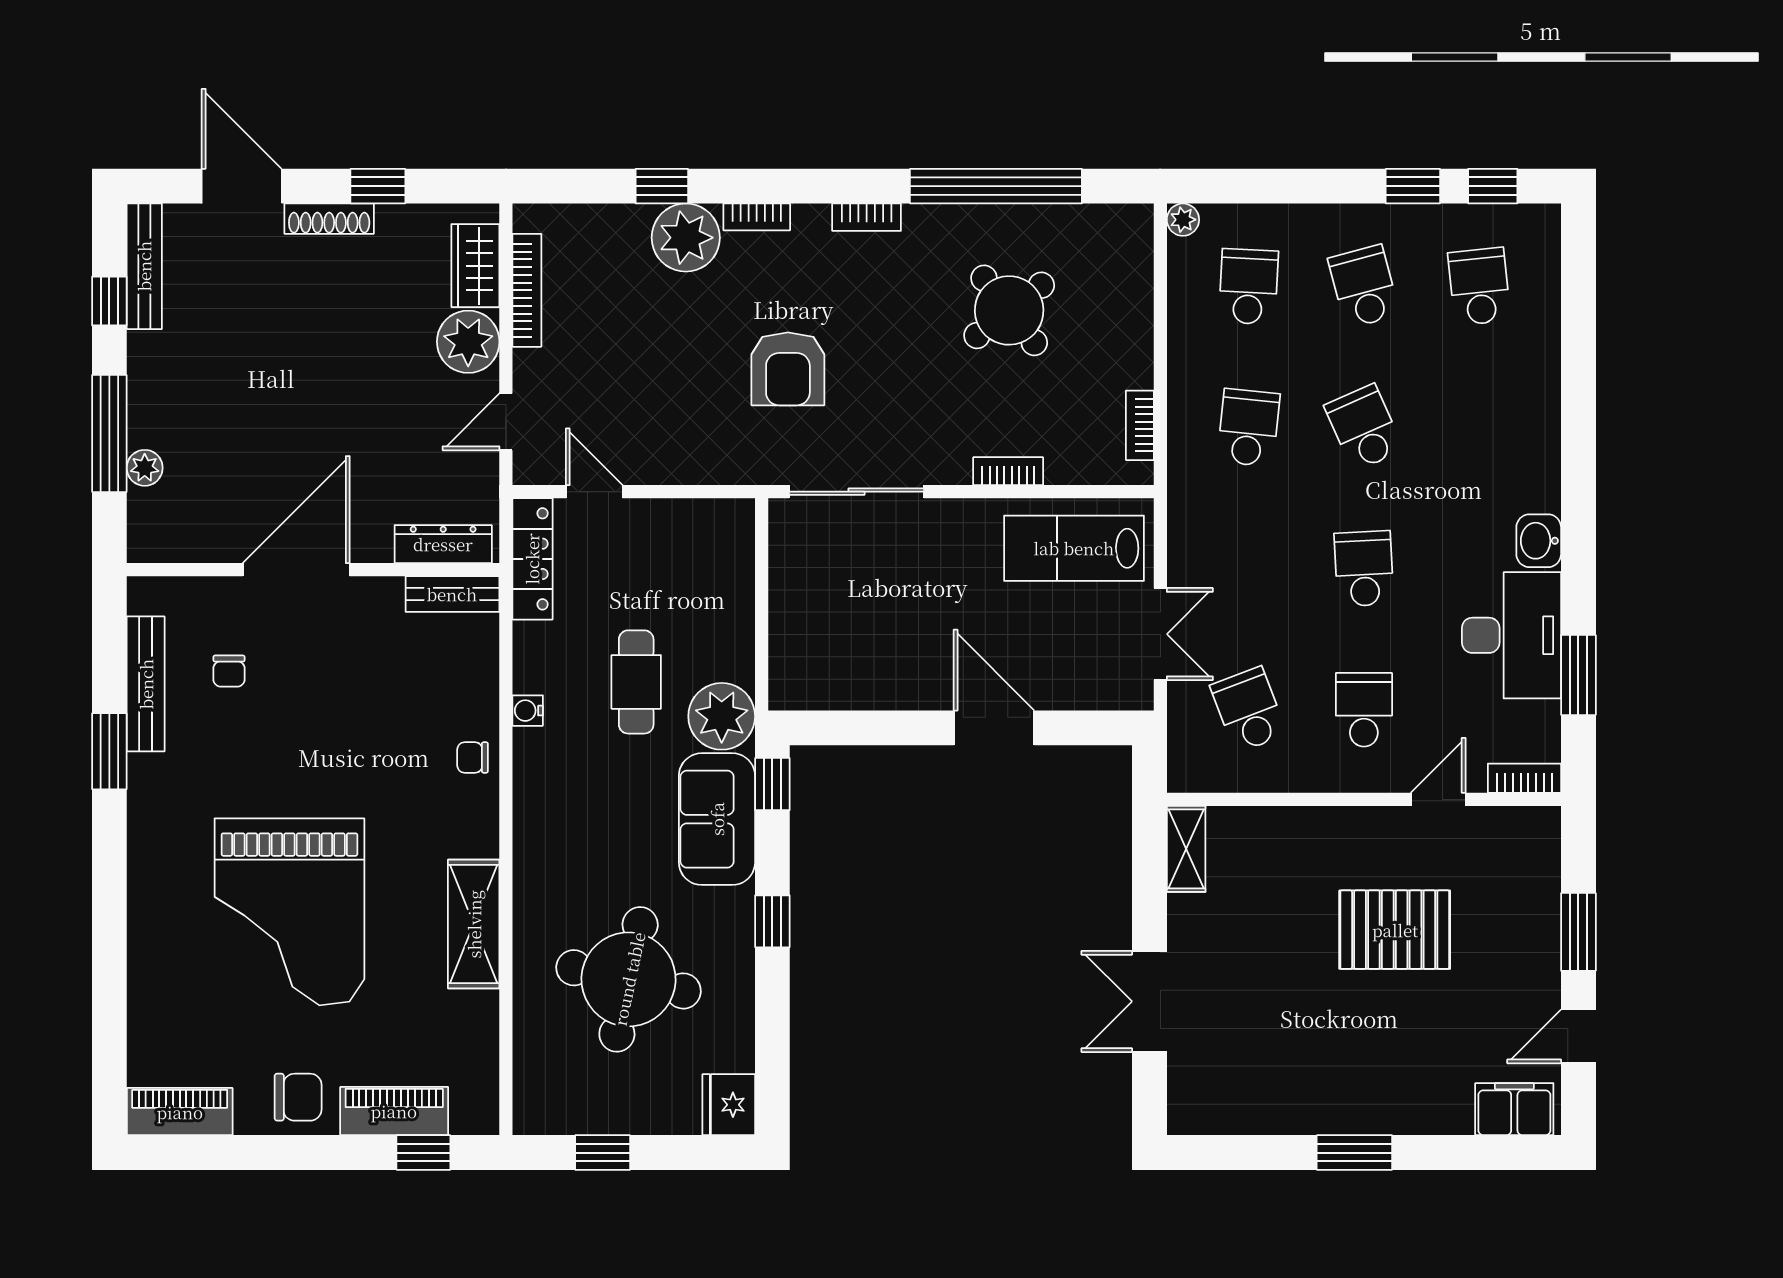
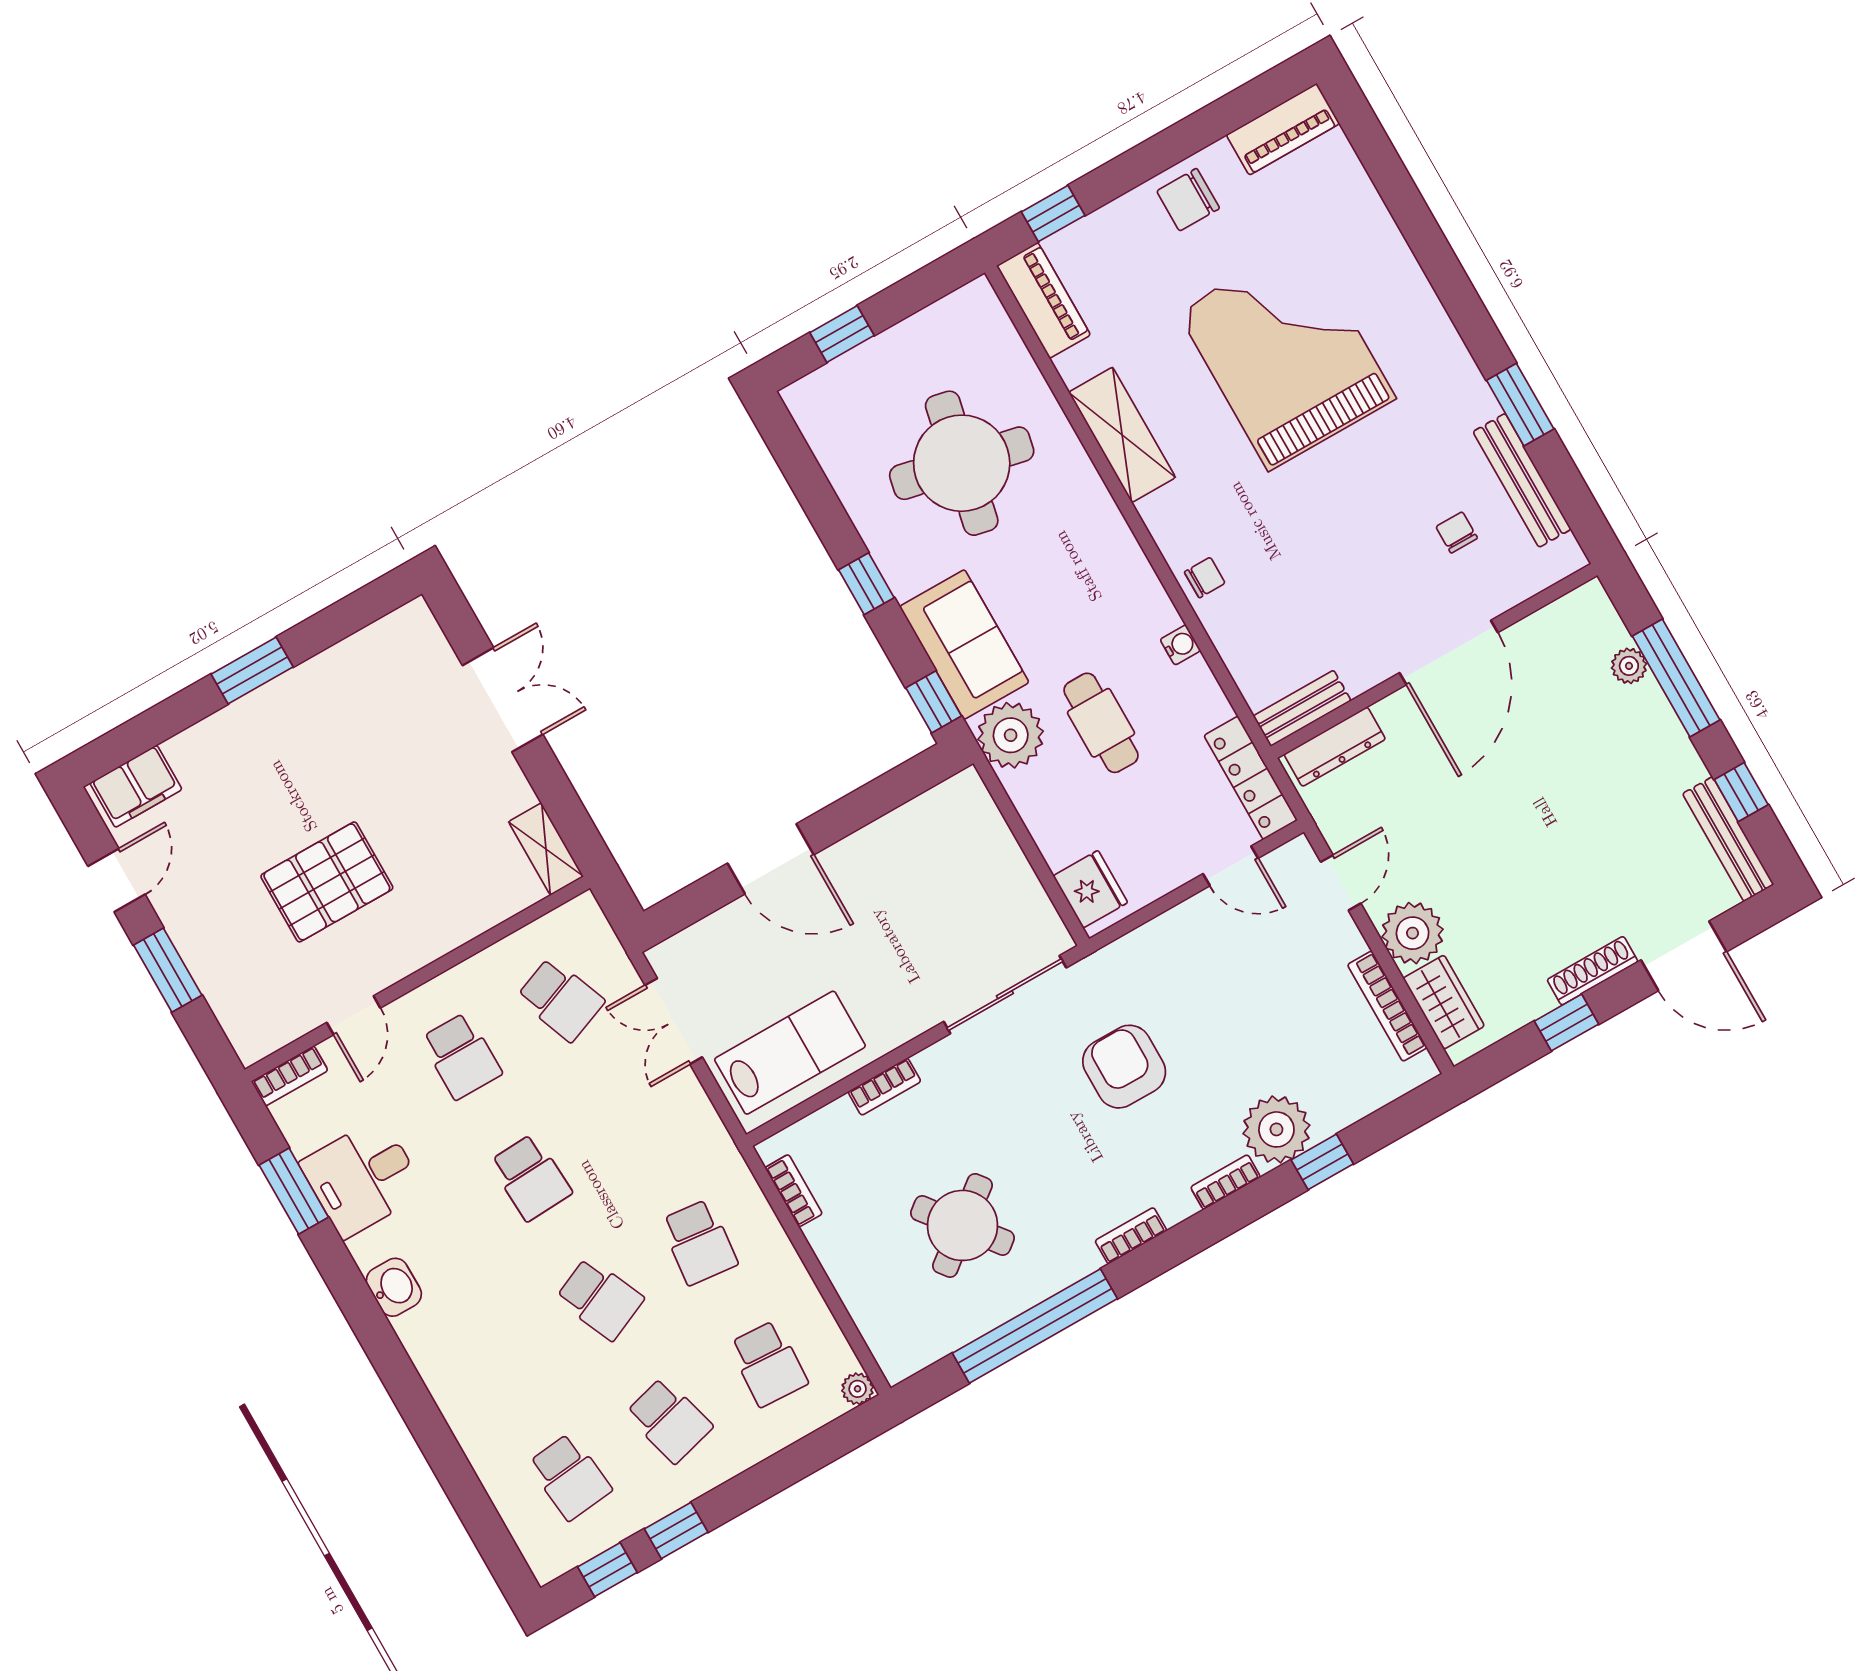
desk: (1511, 635) -> (362, 1178), width x0.73
fridge: (729, 1105) -> (1090, 889), moved
piano: (394, 1111) -> (1044, 300), moved, turned -90
window: (603, 1153) -> (842, 334), moved

